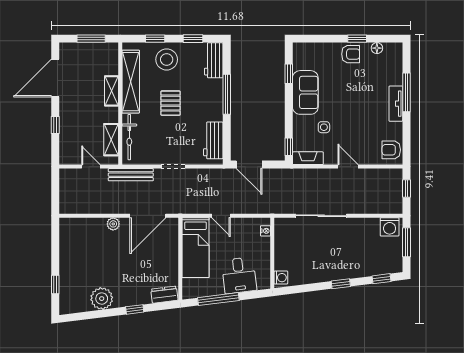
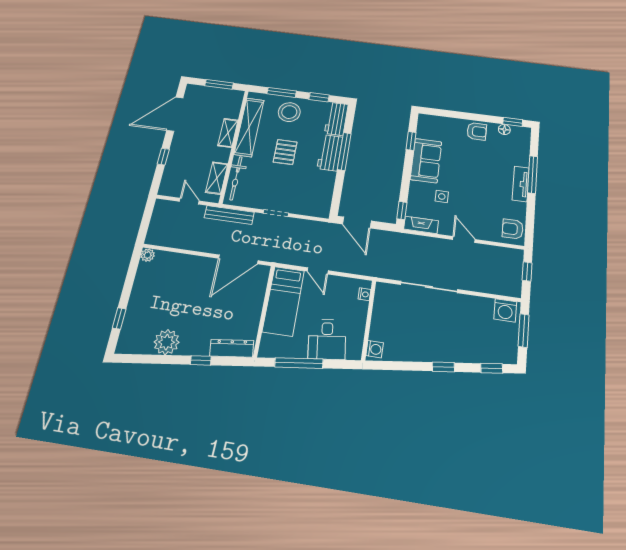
window: (155, 39) -> (282, 92), width x1.50
window: (357, 39) -> (513, 122), moved
workbench: (213, 140) -> (330, 153), moved
plant: (113, 224) -> (148, 255), moved
dresser: (164, 295) -> (232, 348), width x1.44

